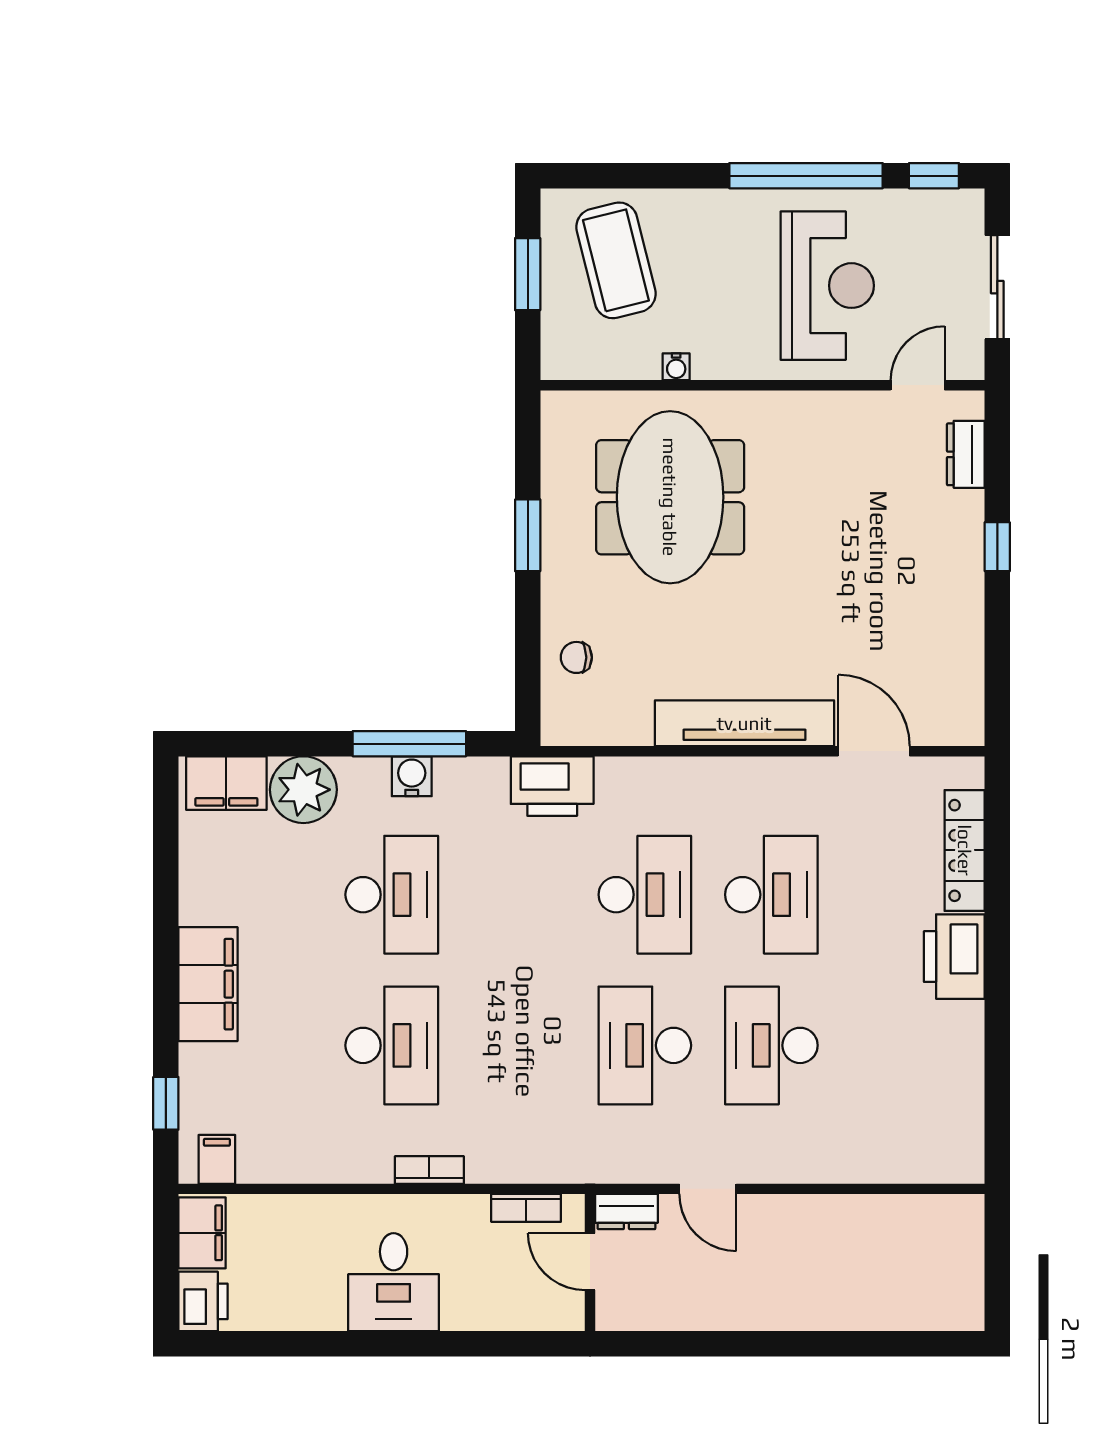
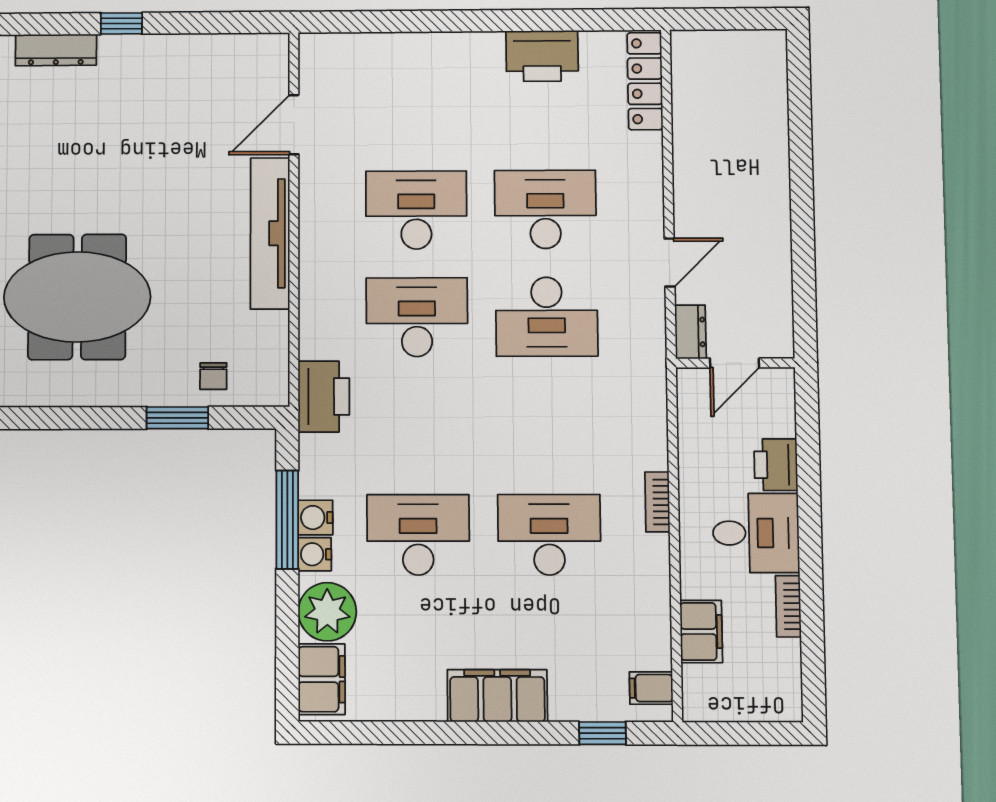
dresser: (966, 454) -> (56, 50), width x1.44
window: (528, 535) -> (177, 418), moved
water cooler: (369, 775) -> (315, 554), added
locker: (965, 850) -> (645, 81), moved, turned 90
printer: (954, 957) -> (542, 56), moved
desk: (771, 1045) -> (545, 209), turned 180
bookcase: (526, 1208) -> (788, 606), moved, turned 180
filing cabinet: (202, 1233) -> (701, 632), moved, turned 90
printer: (203, 1301) -> (776, 465), moved, turned -90

